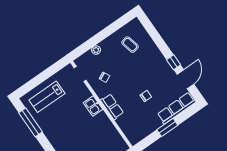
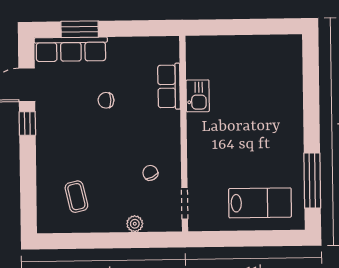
kitchen sink: (93, 106) -> (198, 96), moved
row of seats: (112, 107) -> (169, 86), moved
window: (167, 127) -> (80, 29), moved

